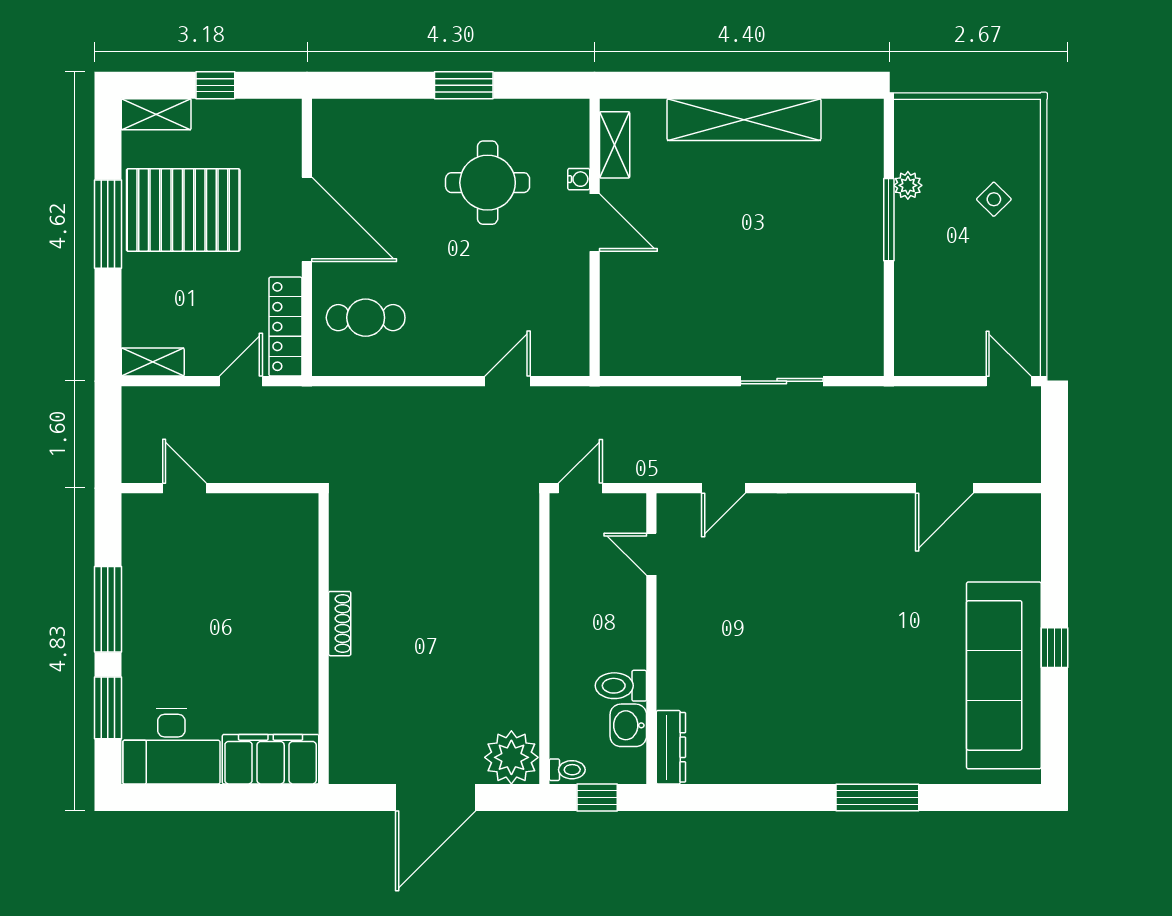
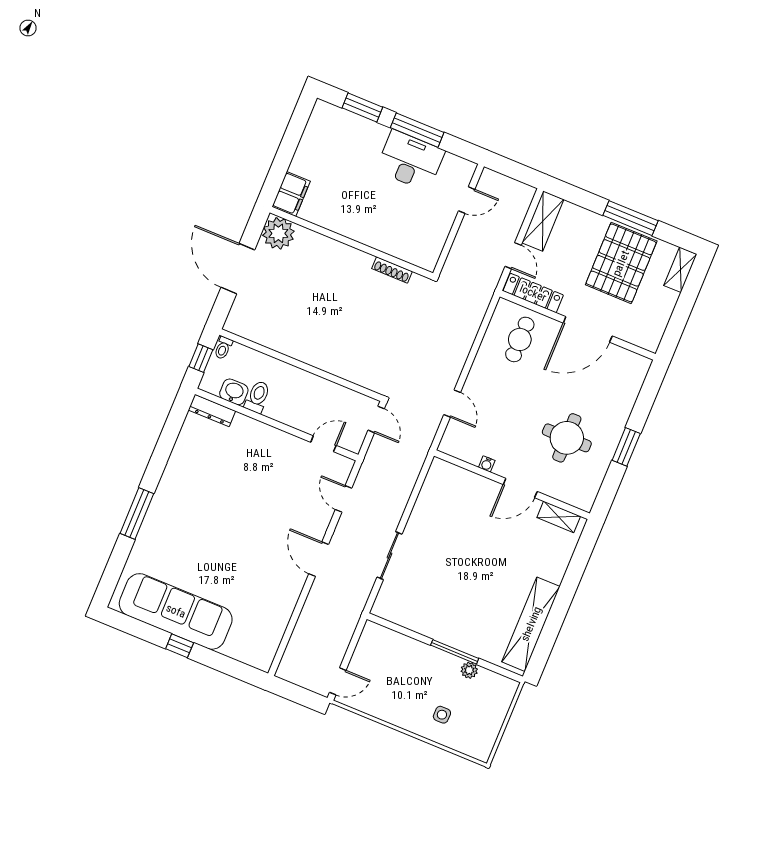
window: (215, 85) -> (683, 309), removed
shelving: (744, 120) -> (531, 624), moved
water cooler: (579, 179) -> (487, 464), moved
side table: (994, 199) -> (442, 715), turned 45
shelving: (153, 362) -> (543, 221), width x1.50, depth x1.33
door: (945, 488) -> (319, 559), moved
shoe rack: (340, 624) -> (392, 270), moved
desk: (171, 746) -> (410, 161), moved, turned 90
plant: (511, 757) -> (278, 233), moved
filing cabinet: (271, 759) -> (291, 194), width x0.67, depth x0.86

